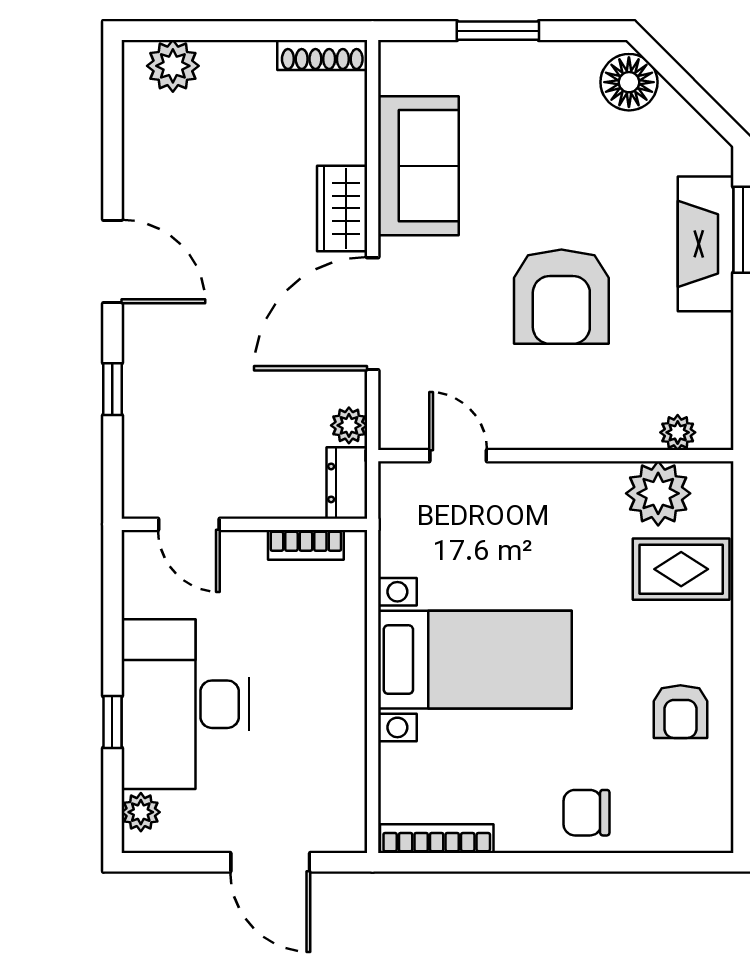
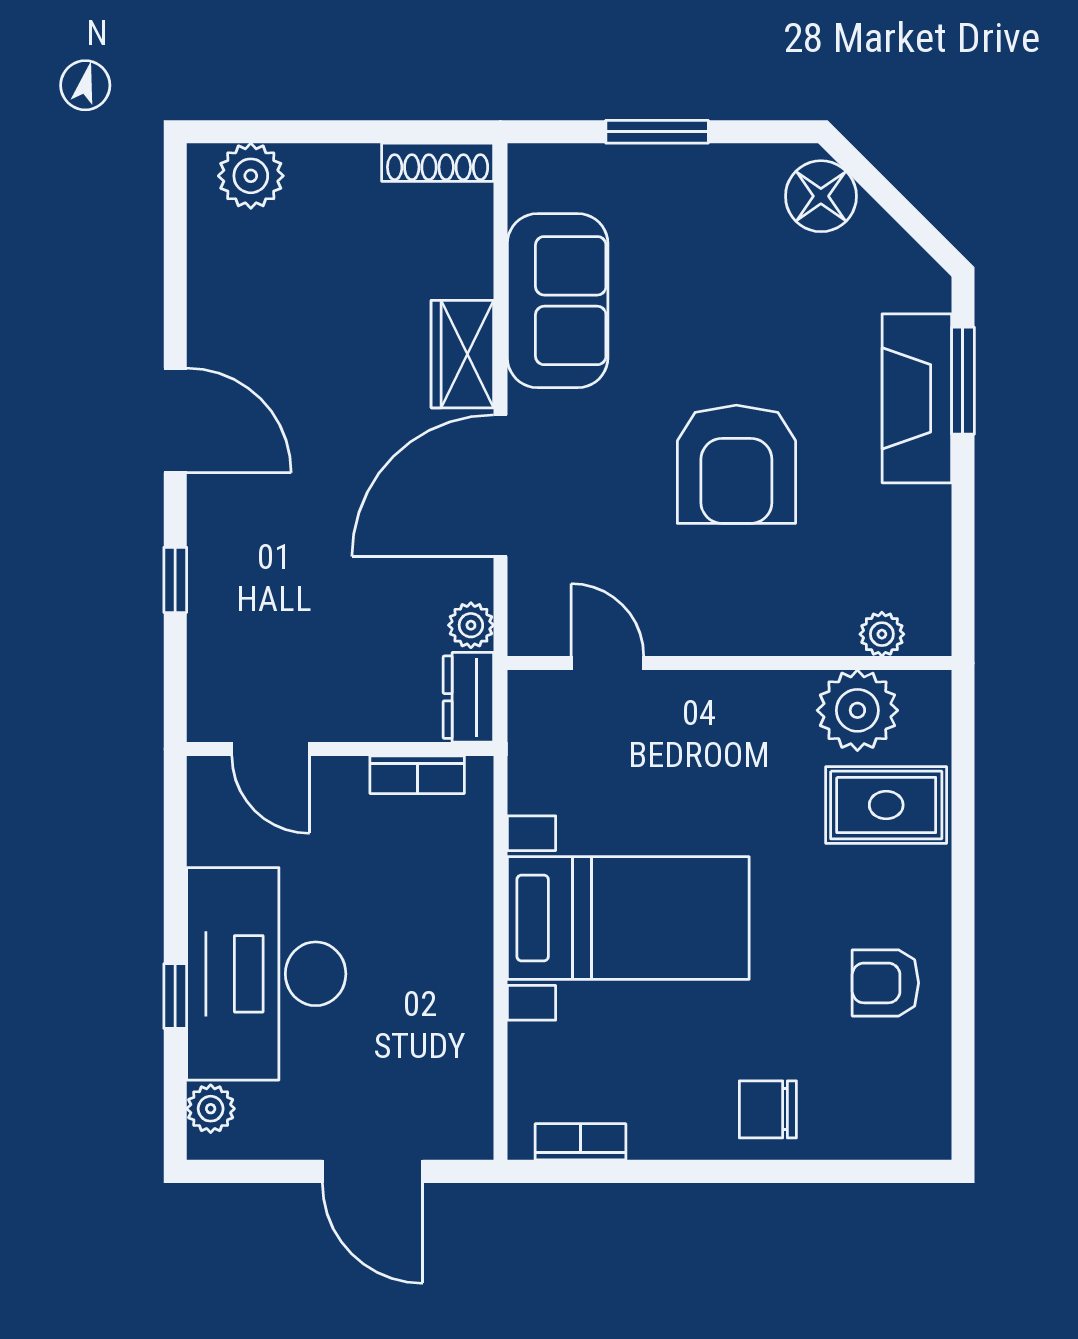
armchair: (680, 712) -> (885, 983), turned 90
bookcase: (437, 839) -> (581, 1142), width x0.64

